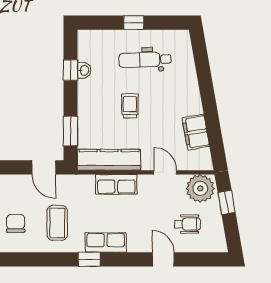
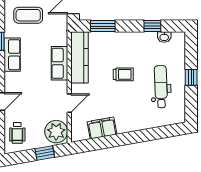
washbasin: (84, 70) -> (164, 37), moved
wheelchair: (188, 224) -> (17, 133), moved

